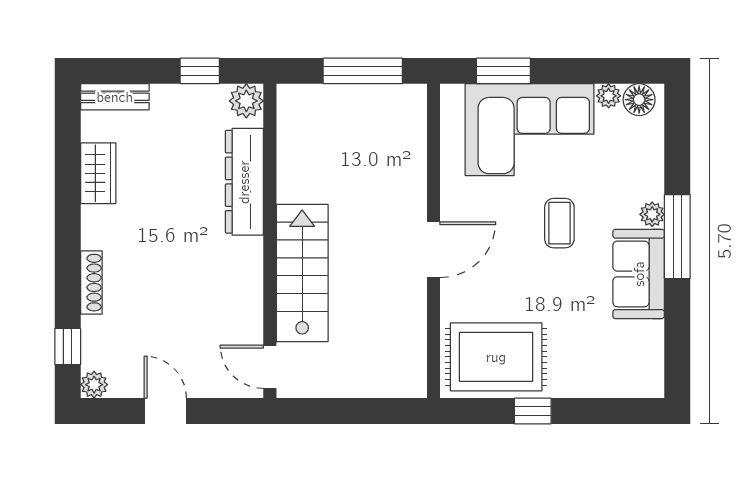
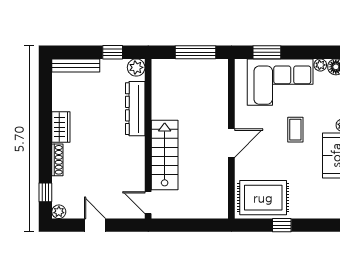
bench: (115, 97) -> (76, 65), width x1.36
wardrobe: (98, 173) -> (61, 127), moved

